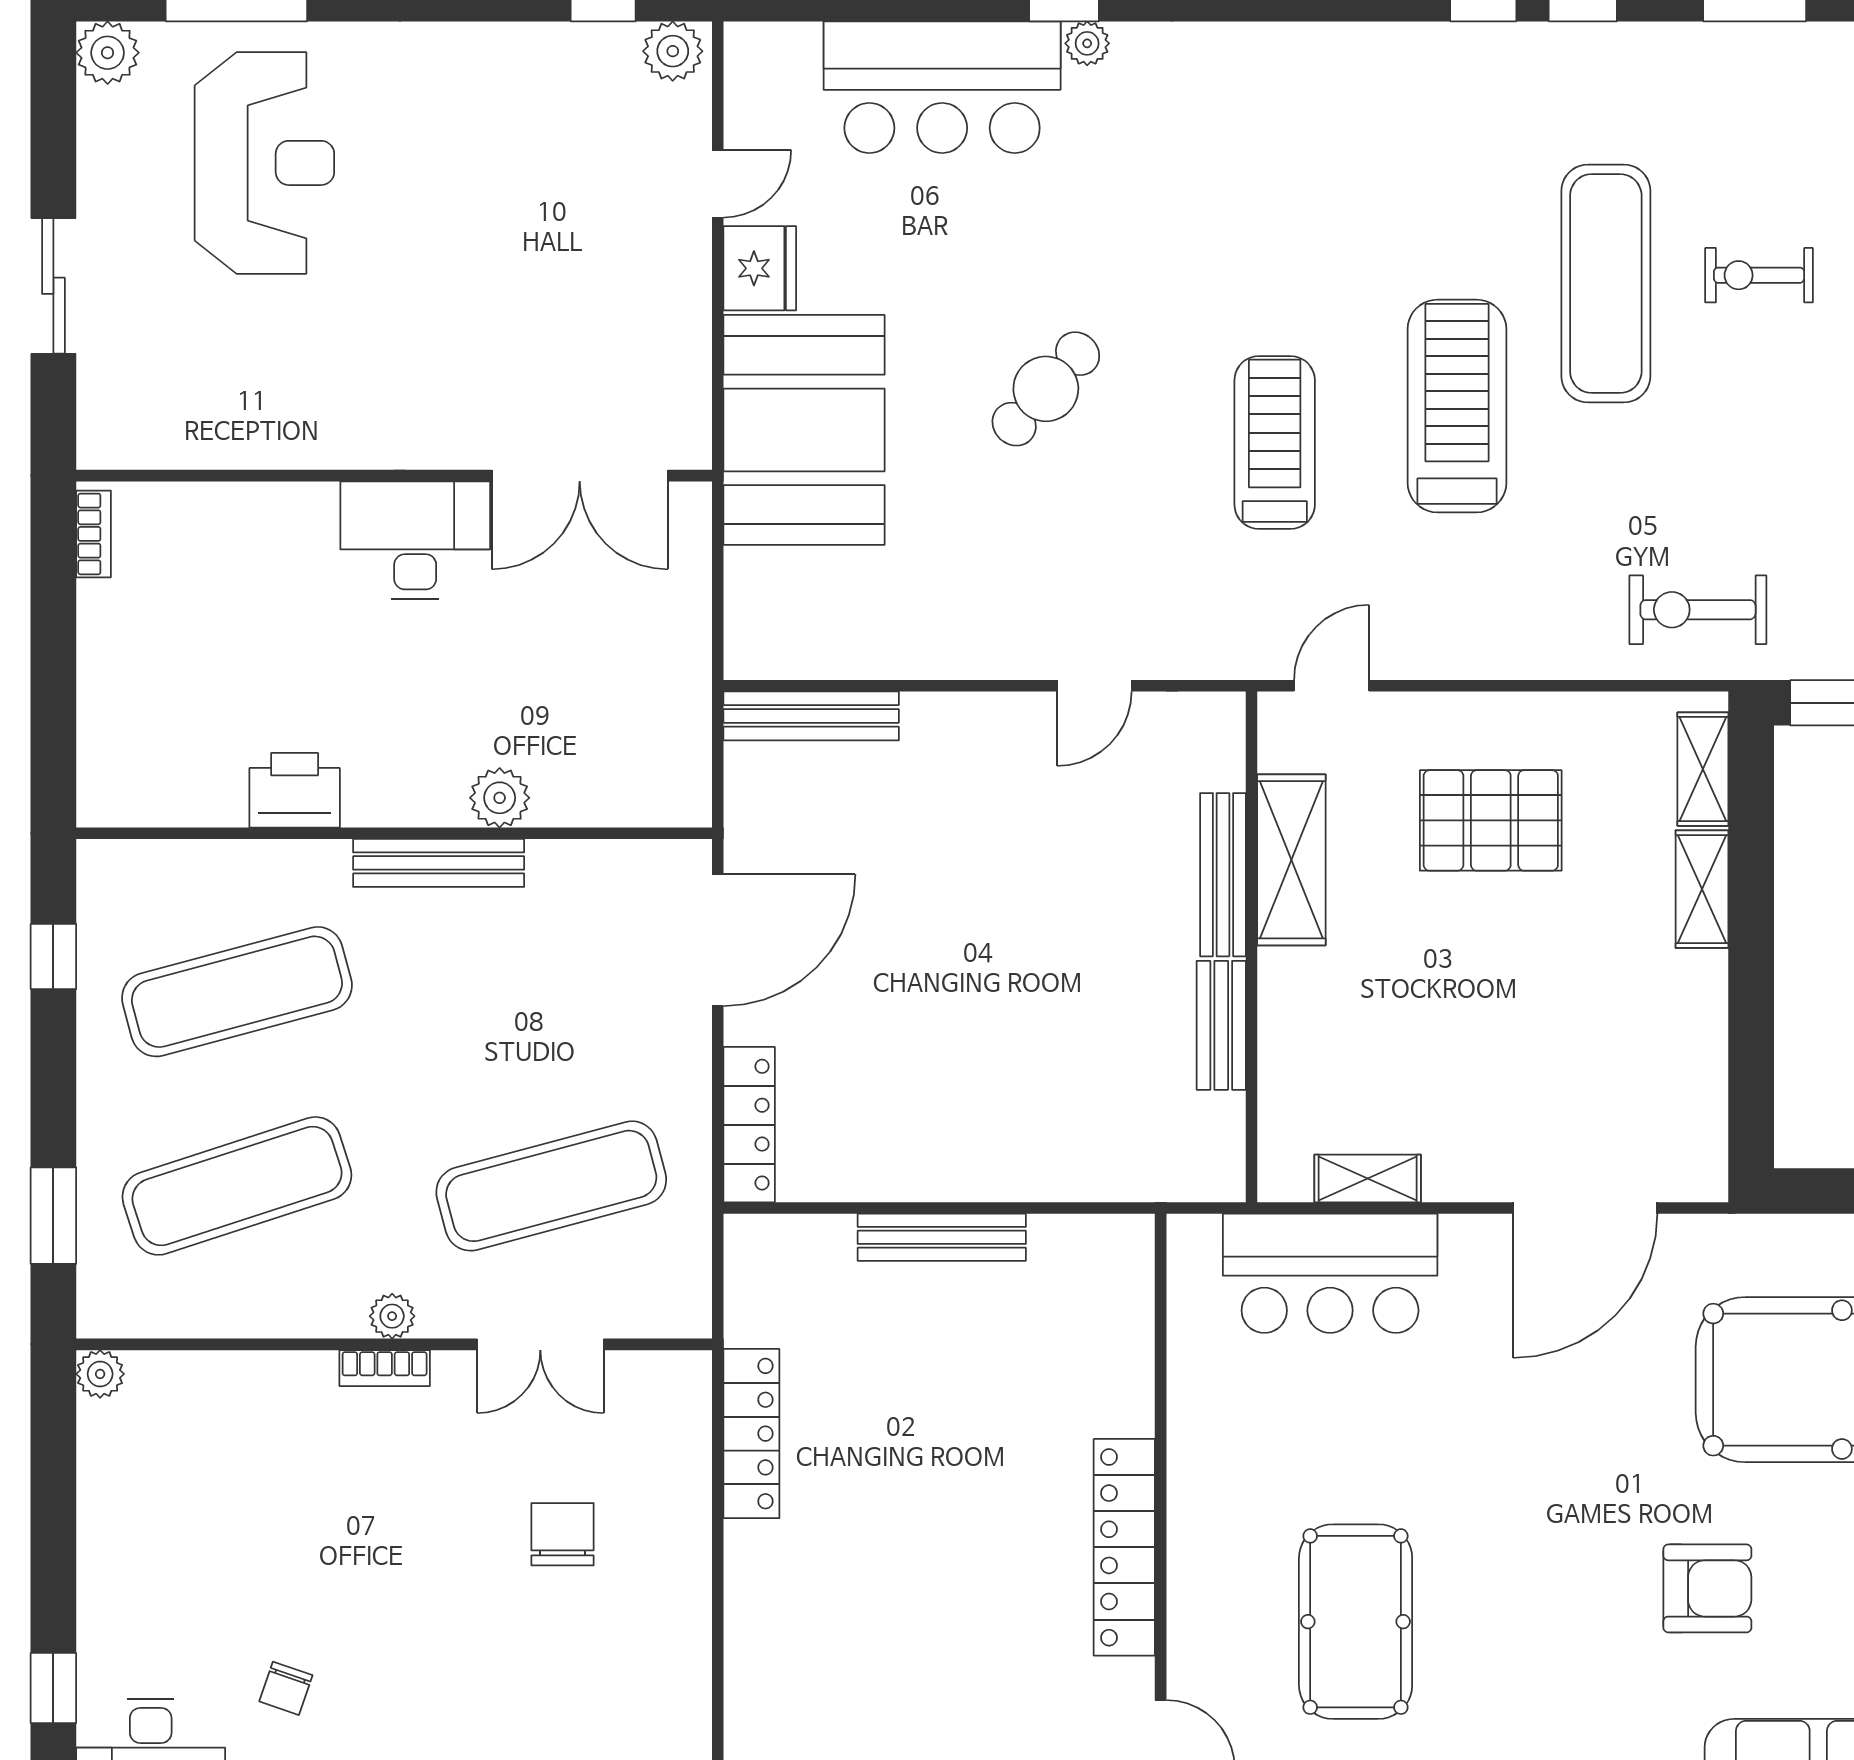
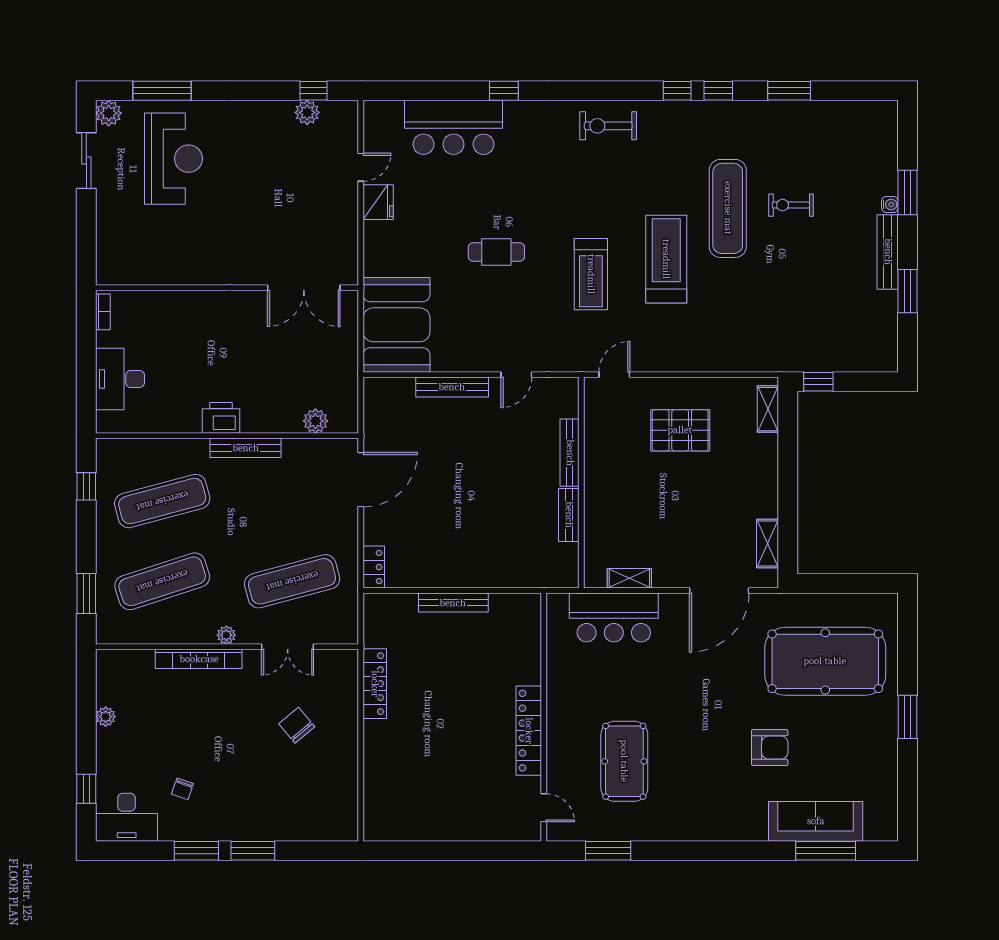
plant: (1087, 43) -> (513, 109), removed
plant: (673, 51) -> (307, 112), moved
sliding door: (53, 286) -> (86, 161), moved
cafe table: (1046, 389) -> (496, 252), turned 48
booth: (804, 430) -> (396, 325), moved
treadmill: (1275, 442) -> (591, 274), turned 180
desk: (415, 540) -> (120, 379), moved, turned -90
exercise bike: (1698, 610) -> (608, 126), moved
bench: (811, 716) -> (452, 387), moved
printer: (295, 790) -> (221, 418), moved
plant: (500, 798) -> (315, 421), moved
shelving: (1291, 860) -> (598, 447), removed
shelving: (1702, 889) -> (767, 544), moved
locker: (749, 1125) -> (374, 567), width x0.66
bookcase: (385, 1368) -> (199, 659), width x2.31, depth x1.31
plant: (100, 1374) -> (106, 717), moved
chair: (562, 1534) -> (297, 725), turned -40

